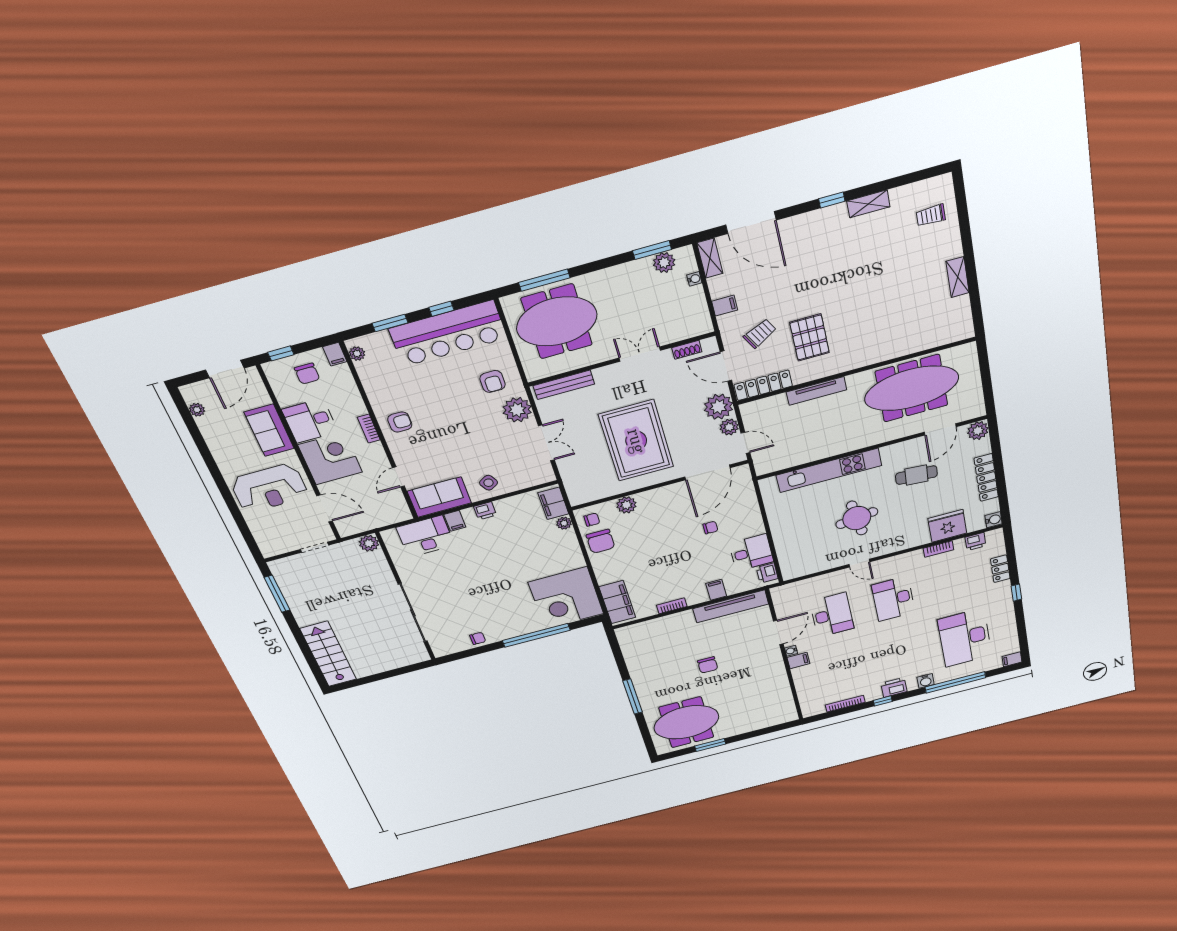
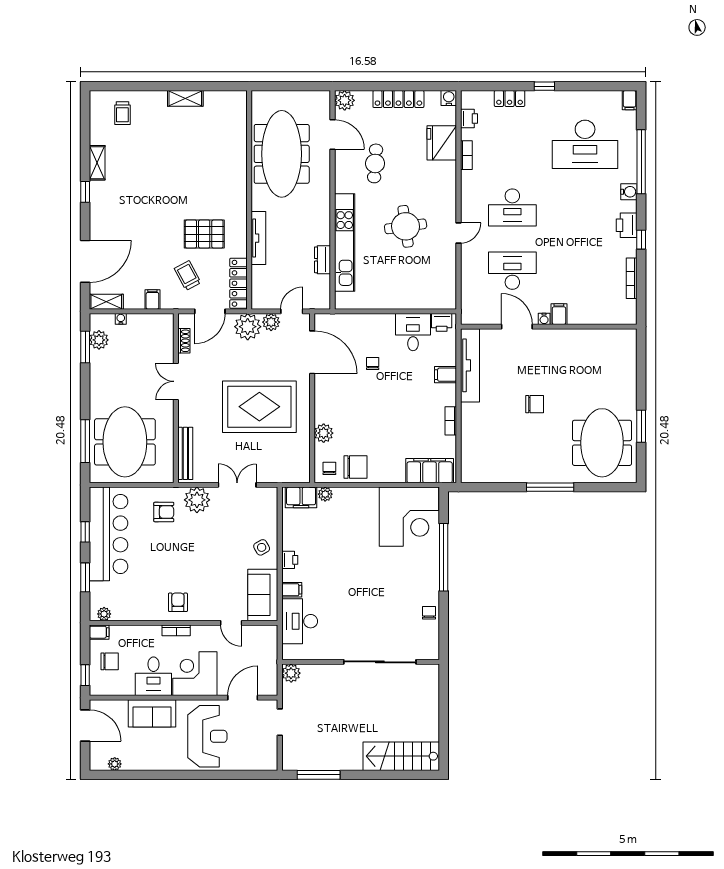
dresser: (806, 456) -> (323, 260), added

